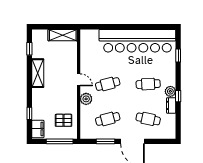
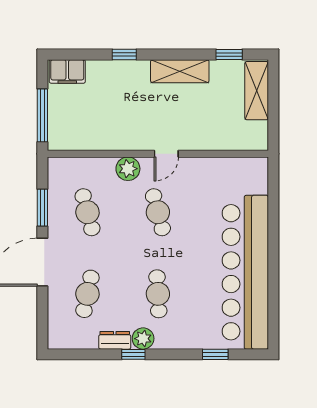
shelving: (63, 35) -> (257, 91), moved
window: (29, 113) -> (124, 54), moved
pallet: (64, 120) -> (85, 123), removed

